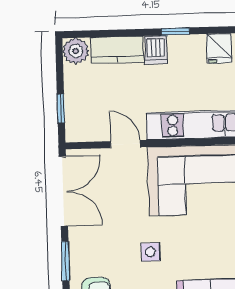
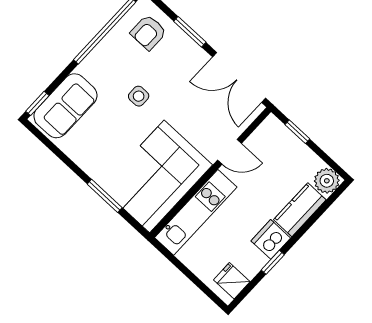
dishwasher: (156, 50) -> (271, 239), width x1.38

